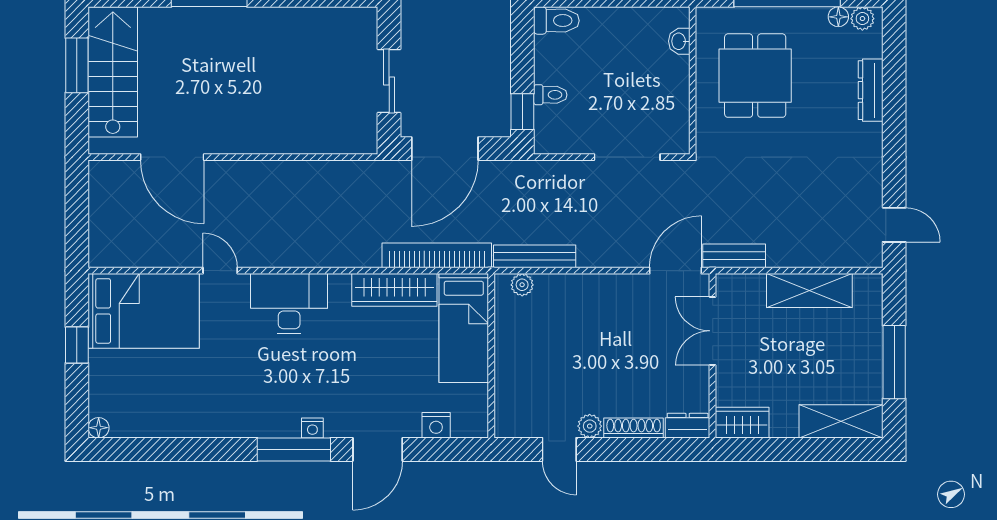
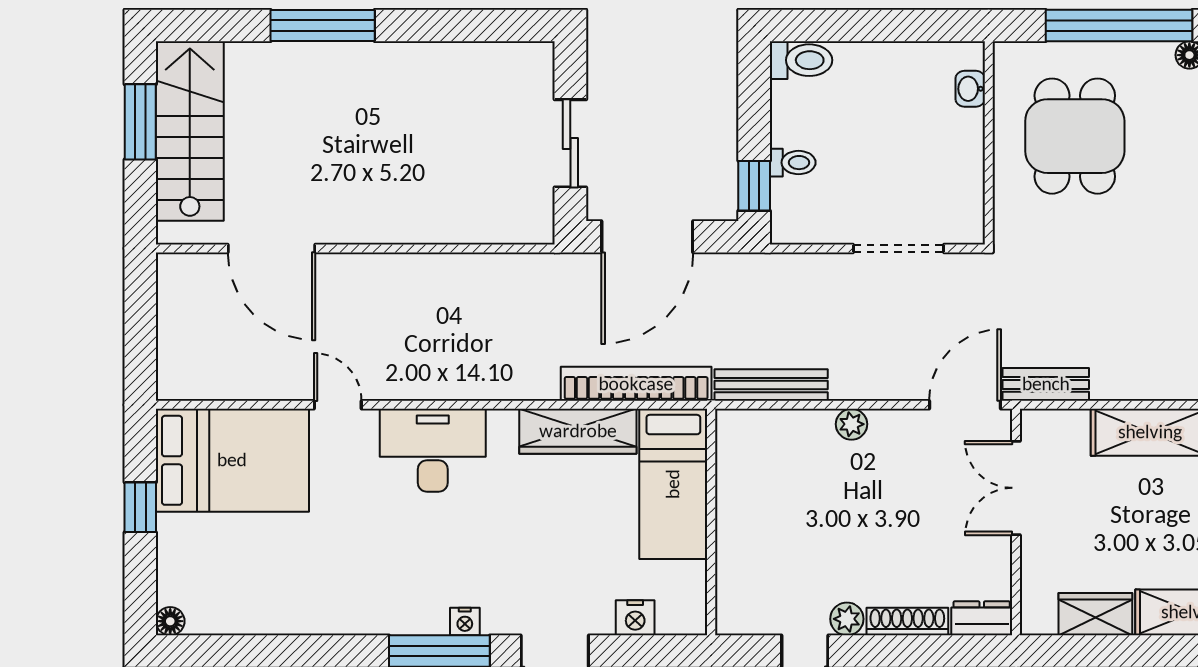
plant: (522, 285) -> (852, 424), moved
wardrobe: (742, 423) -> (1095, 614), moved

